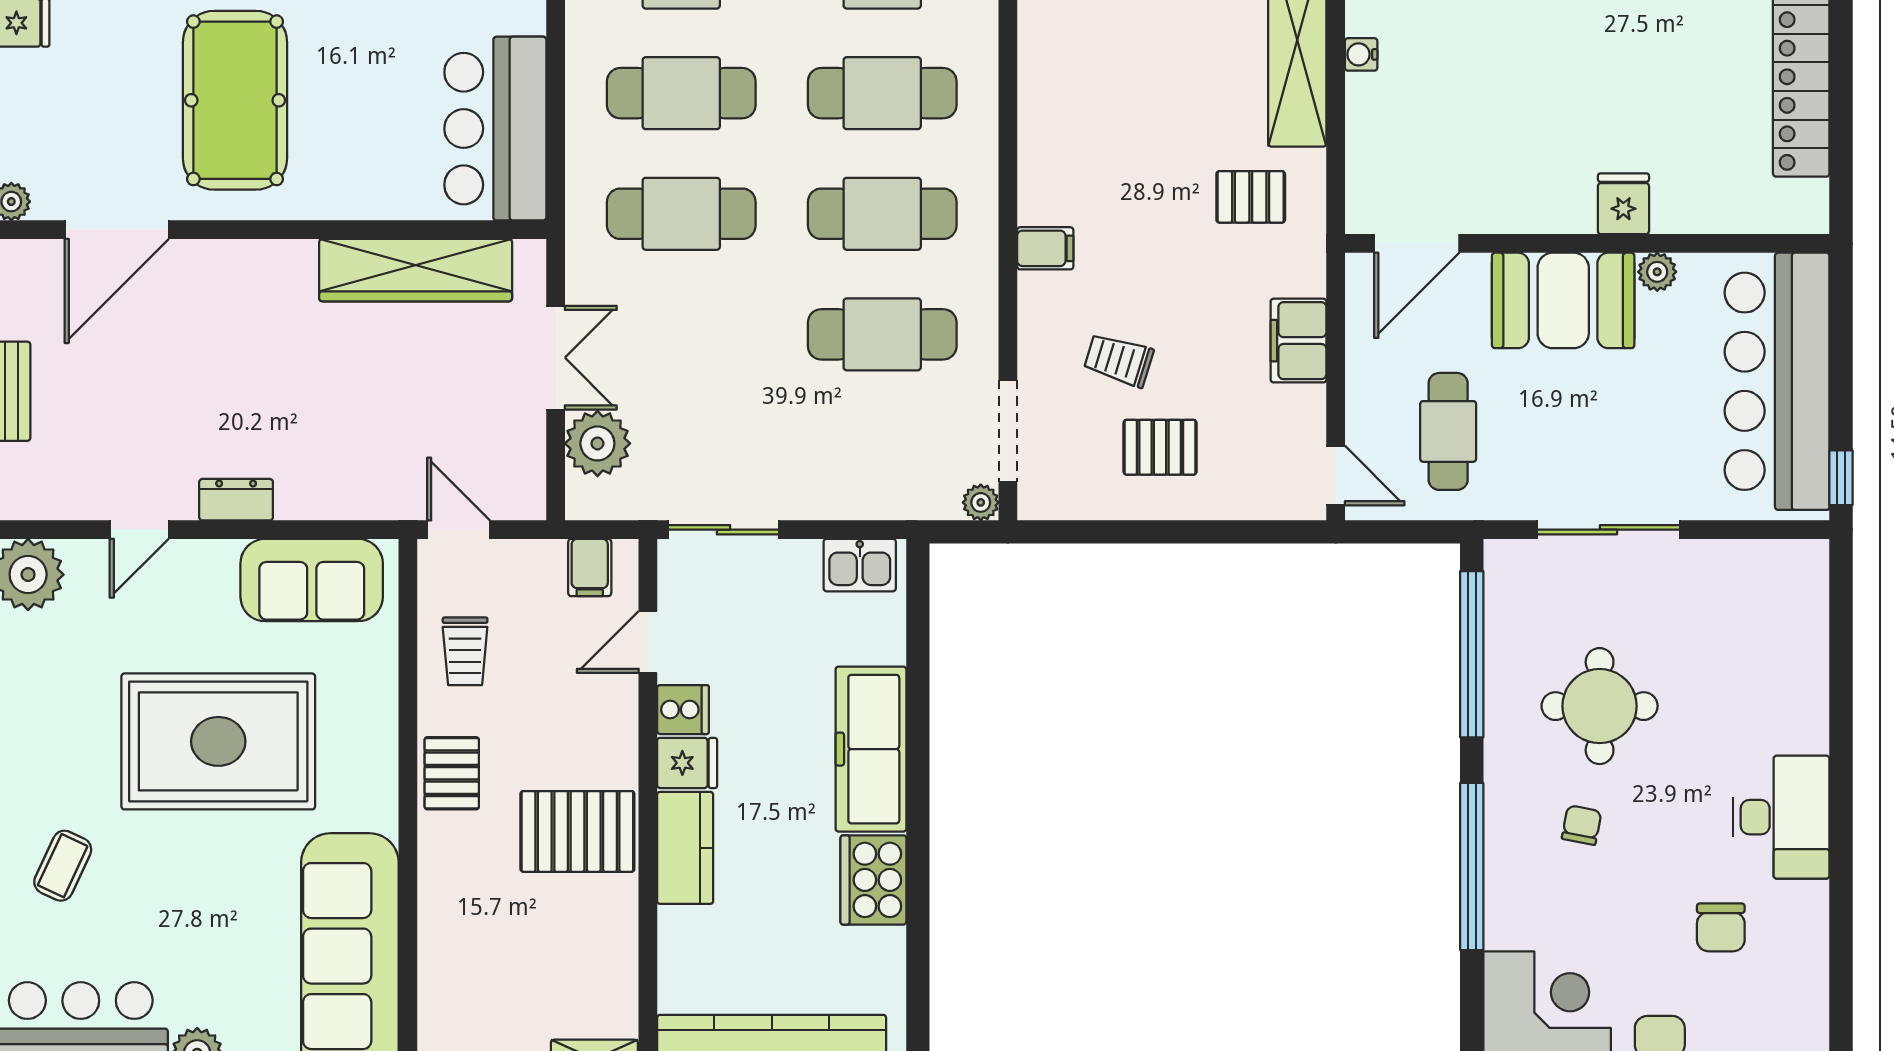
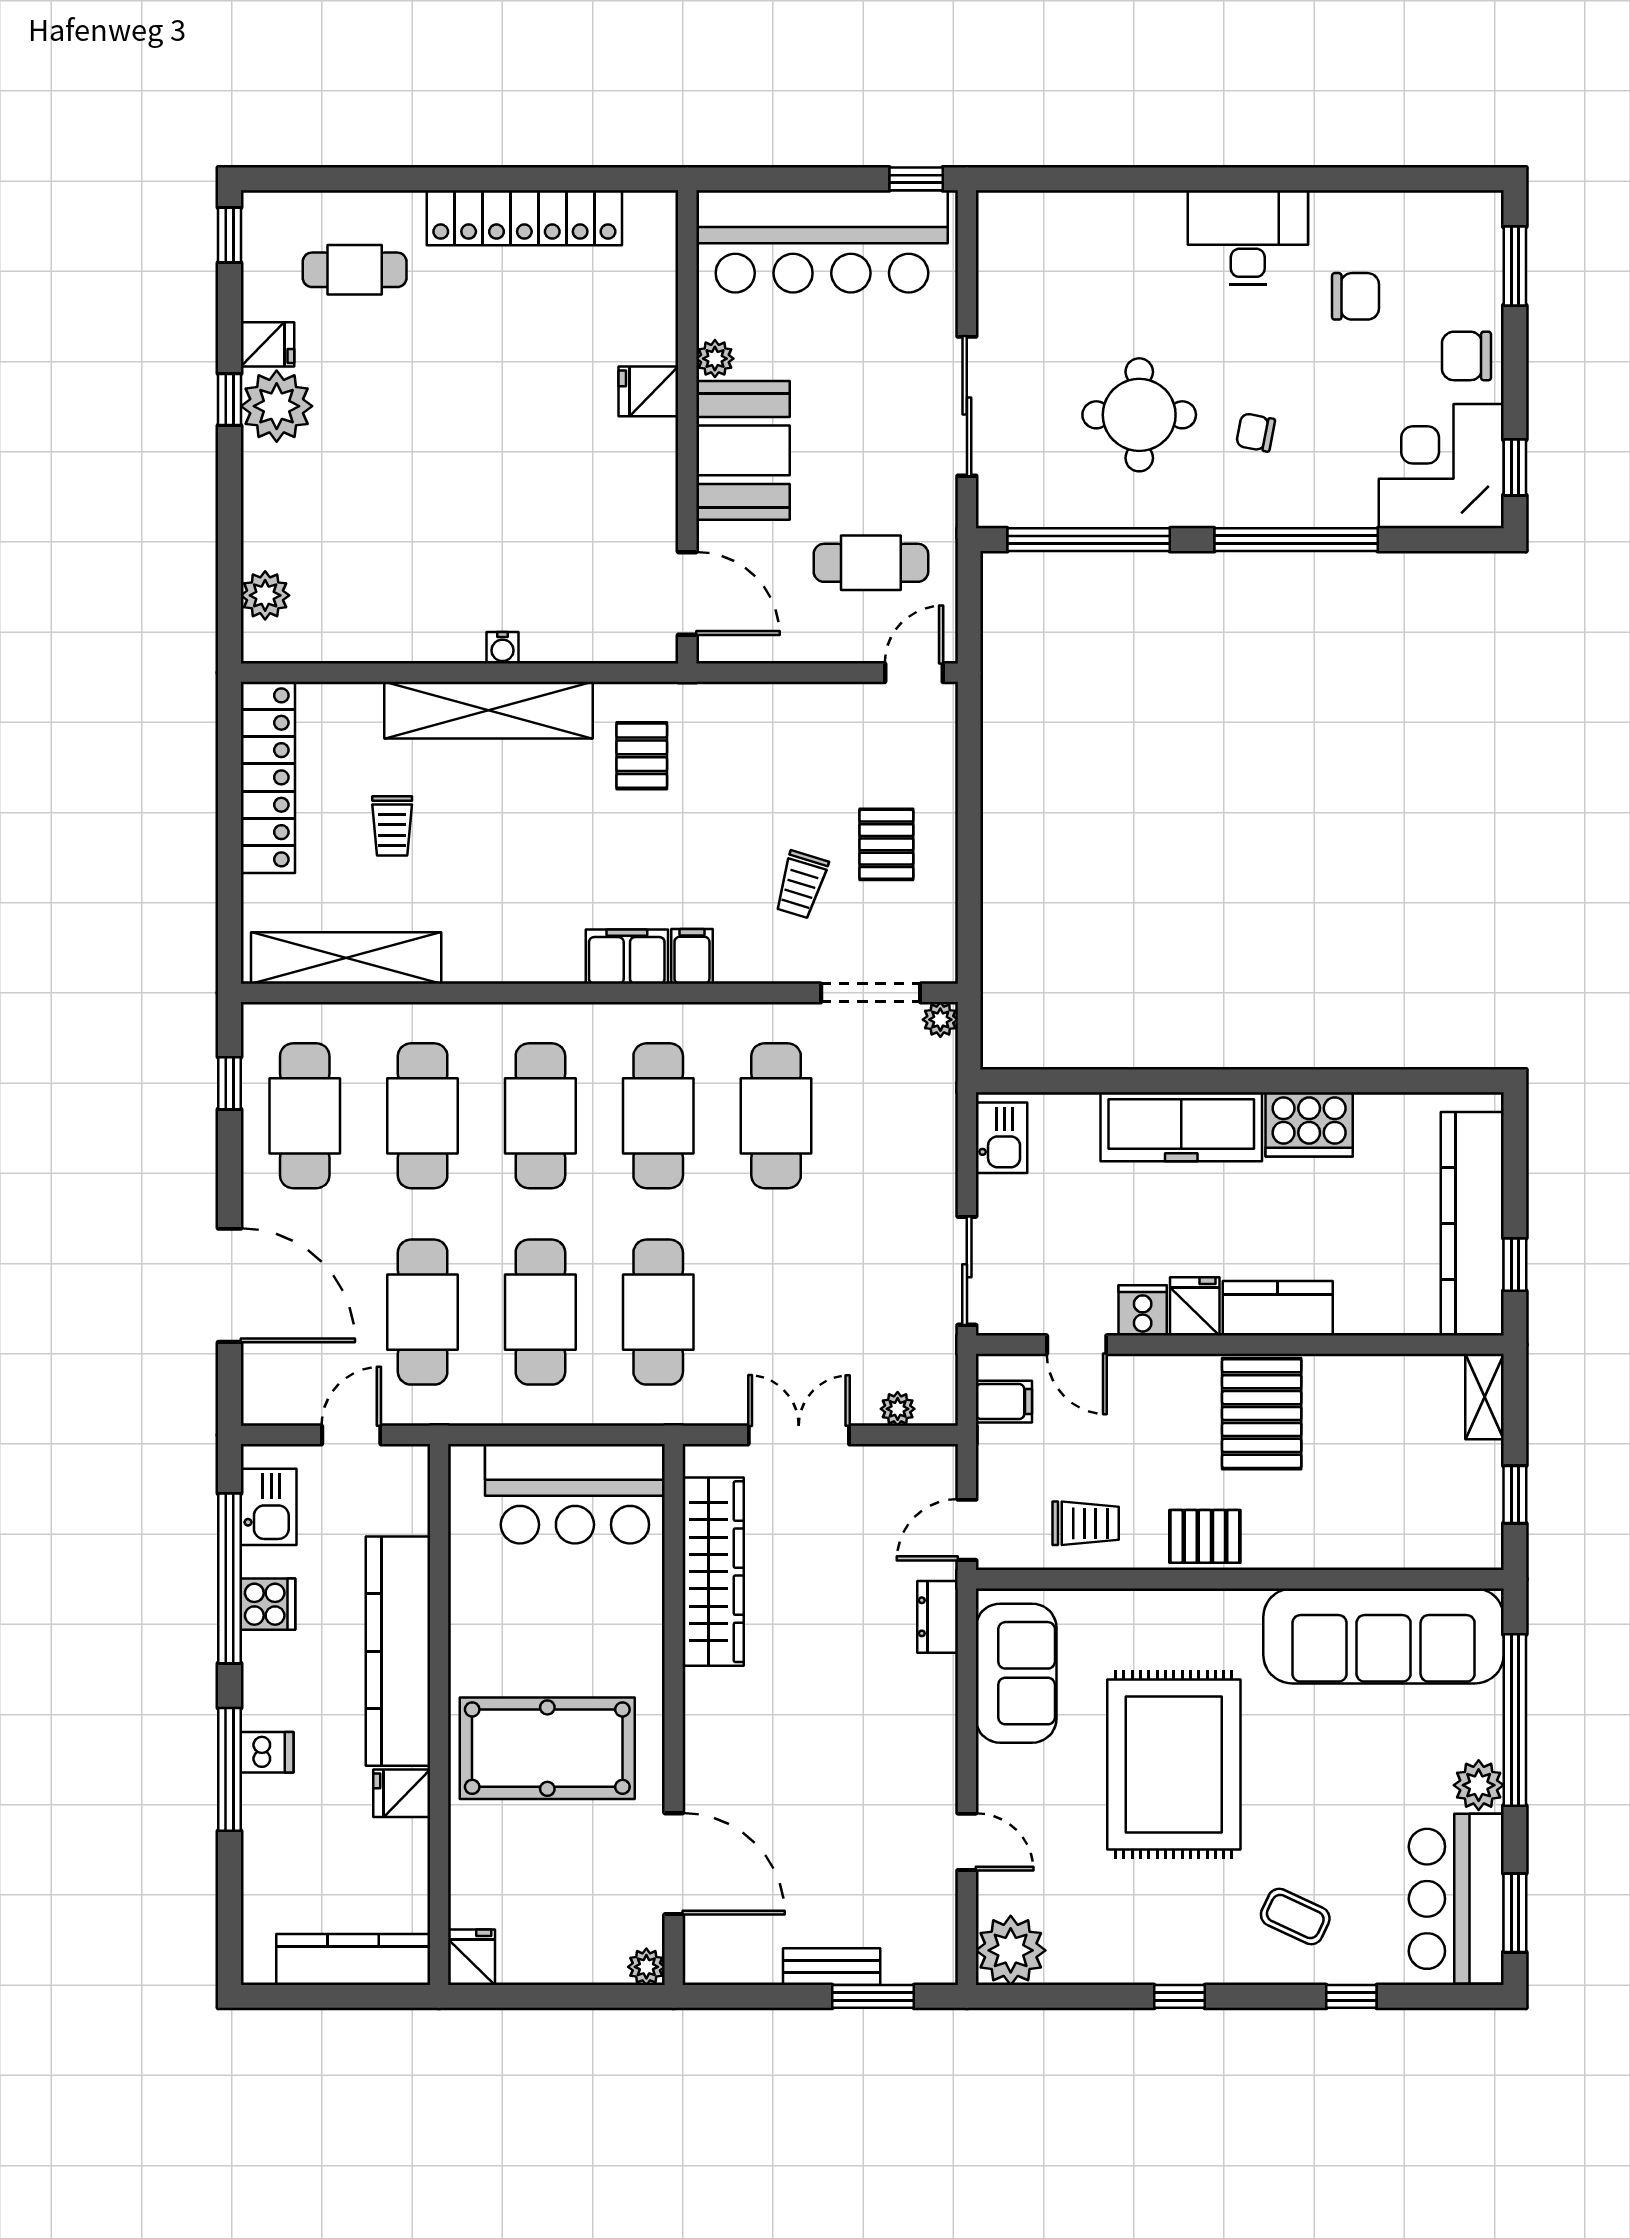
filing cabinet: (1298, 341) -> (627, 957), moved, turned 180
plant: (597, 443) -> (898, 1409), width x0.53, depth x0.53
dresser: (236, 500) -> (938, 1617), moved

